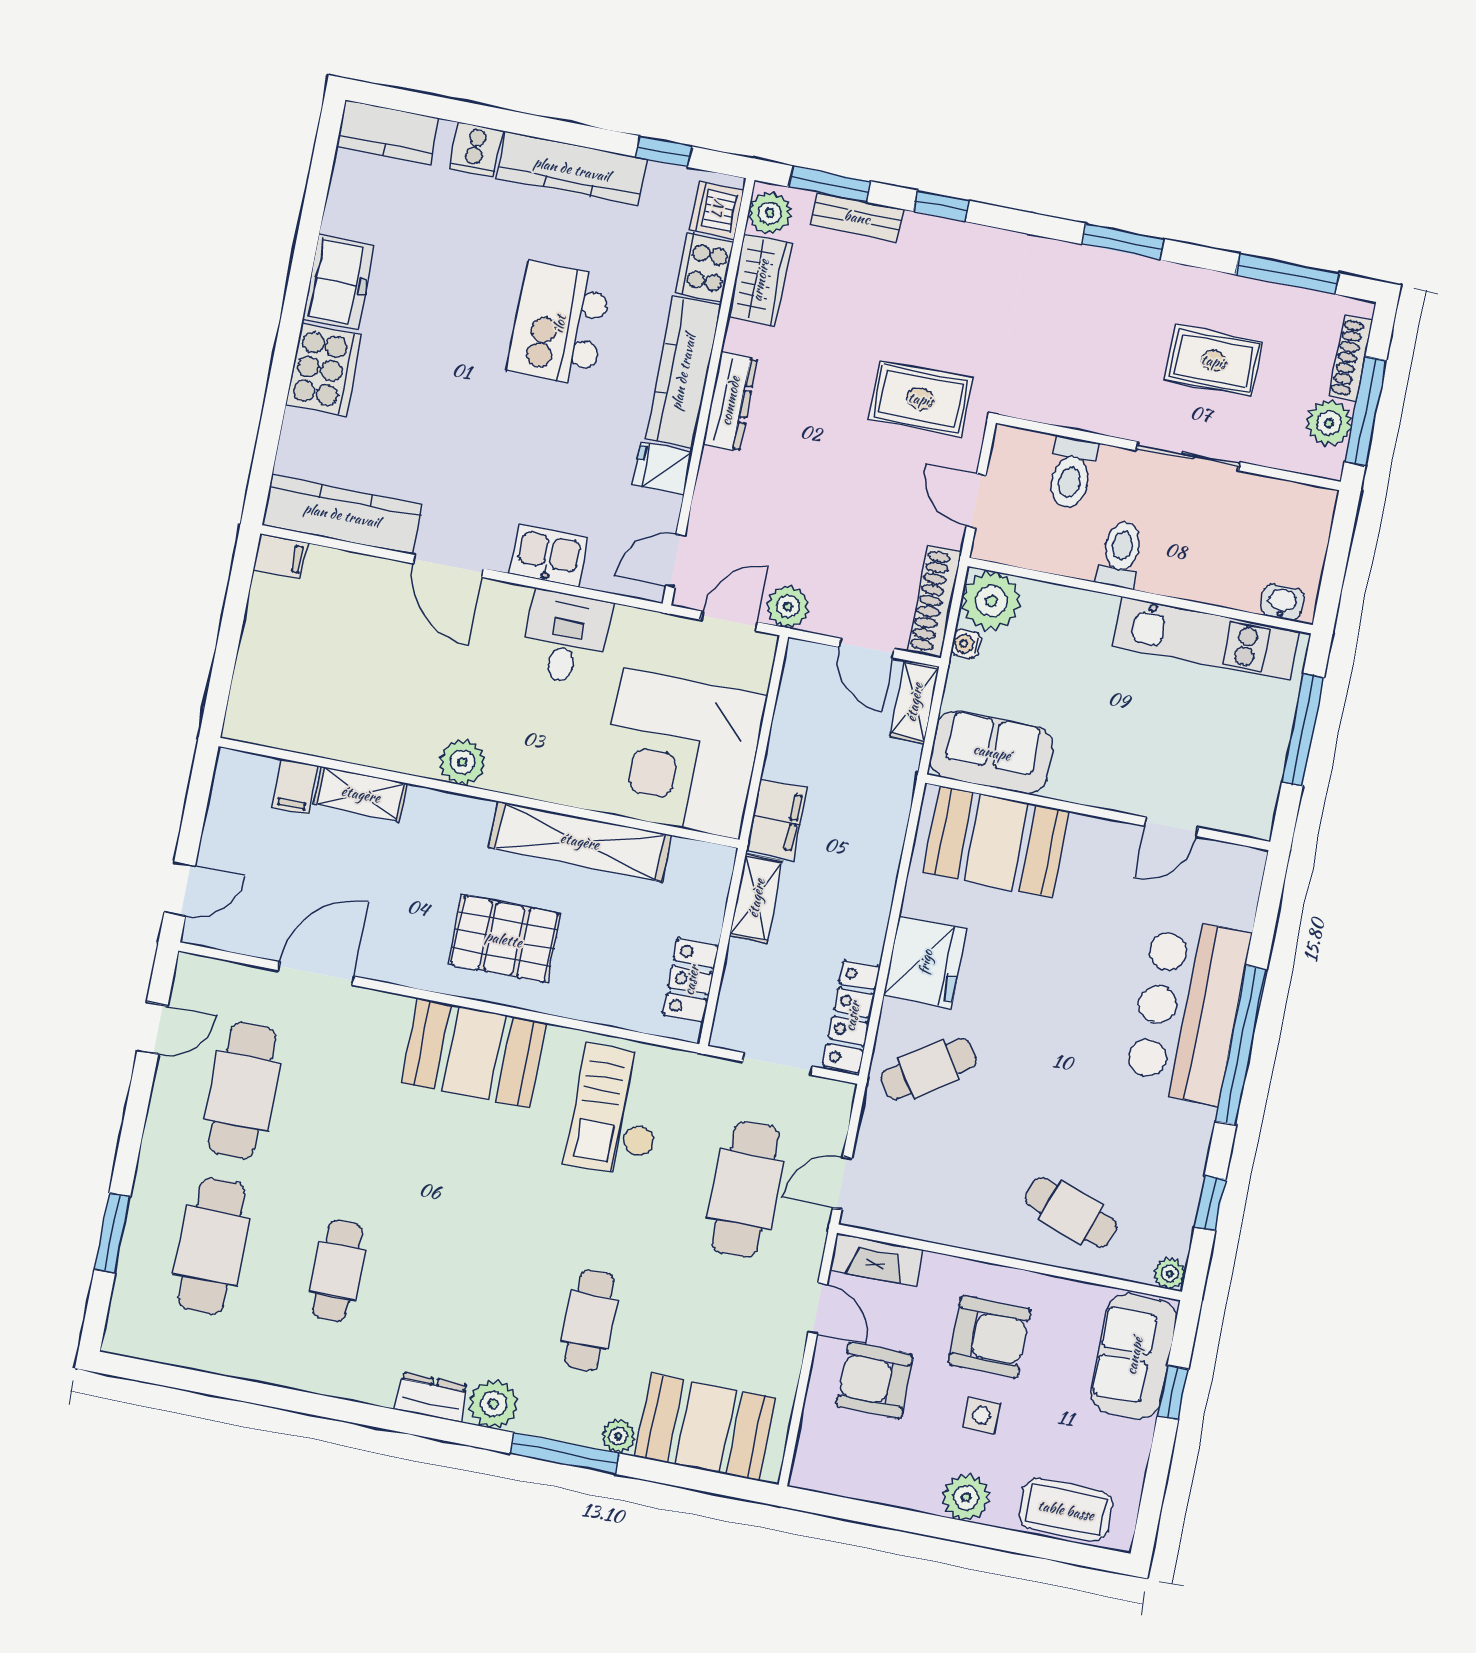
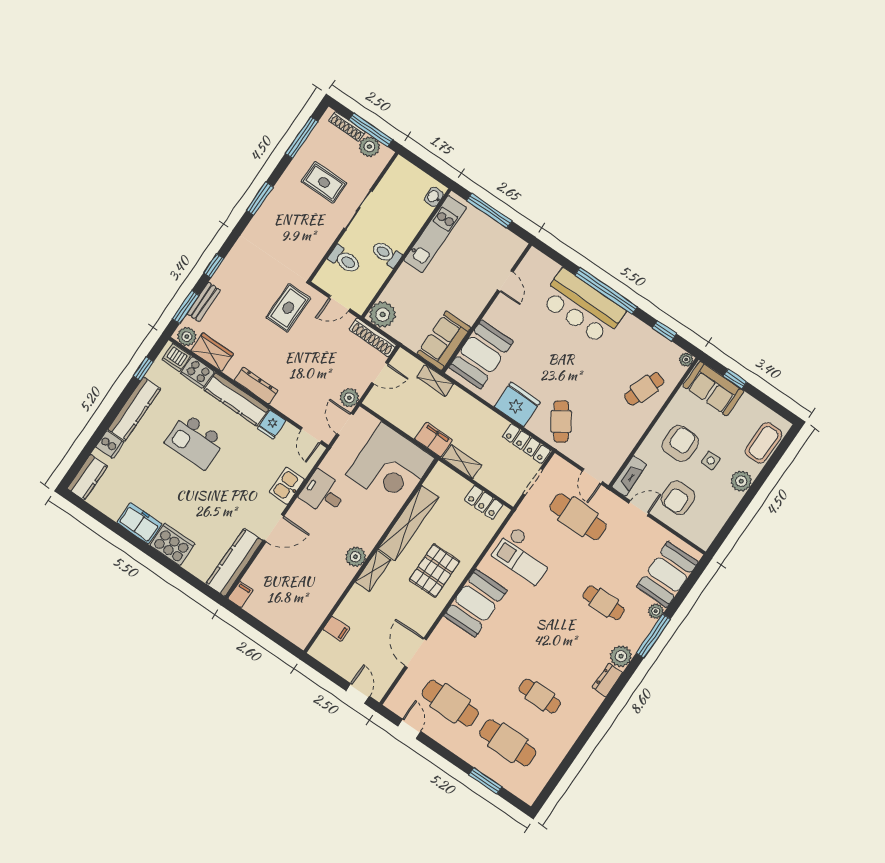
rug: (1214, 361) -> (324, 182), turned 90
water cooler: (966, 644) -> (396, 332), removed
shelving: (914, 702) -> (435, 380), moved
shelving: (361, 794) -> (373, 571), moved

